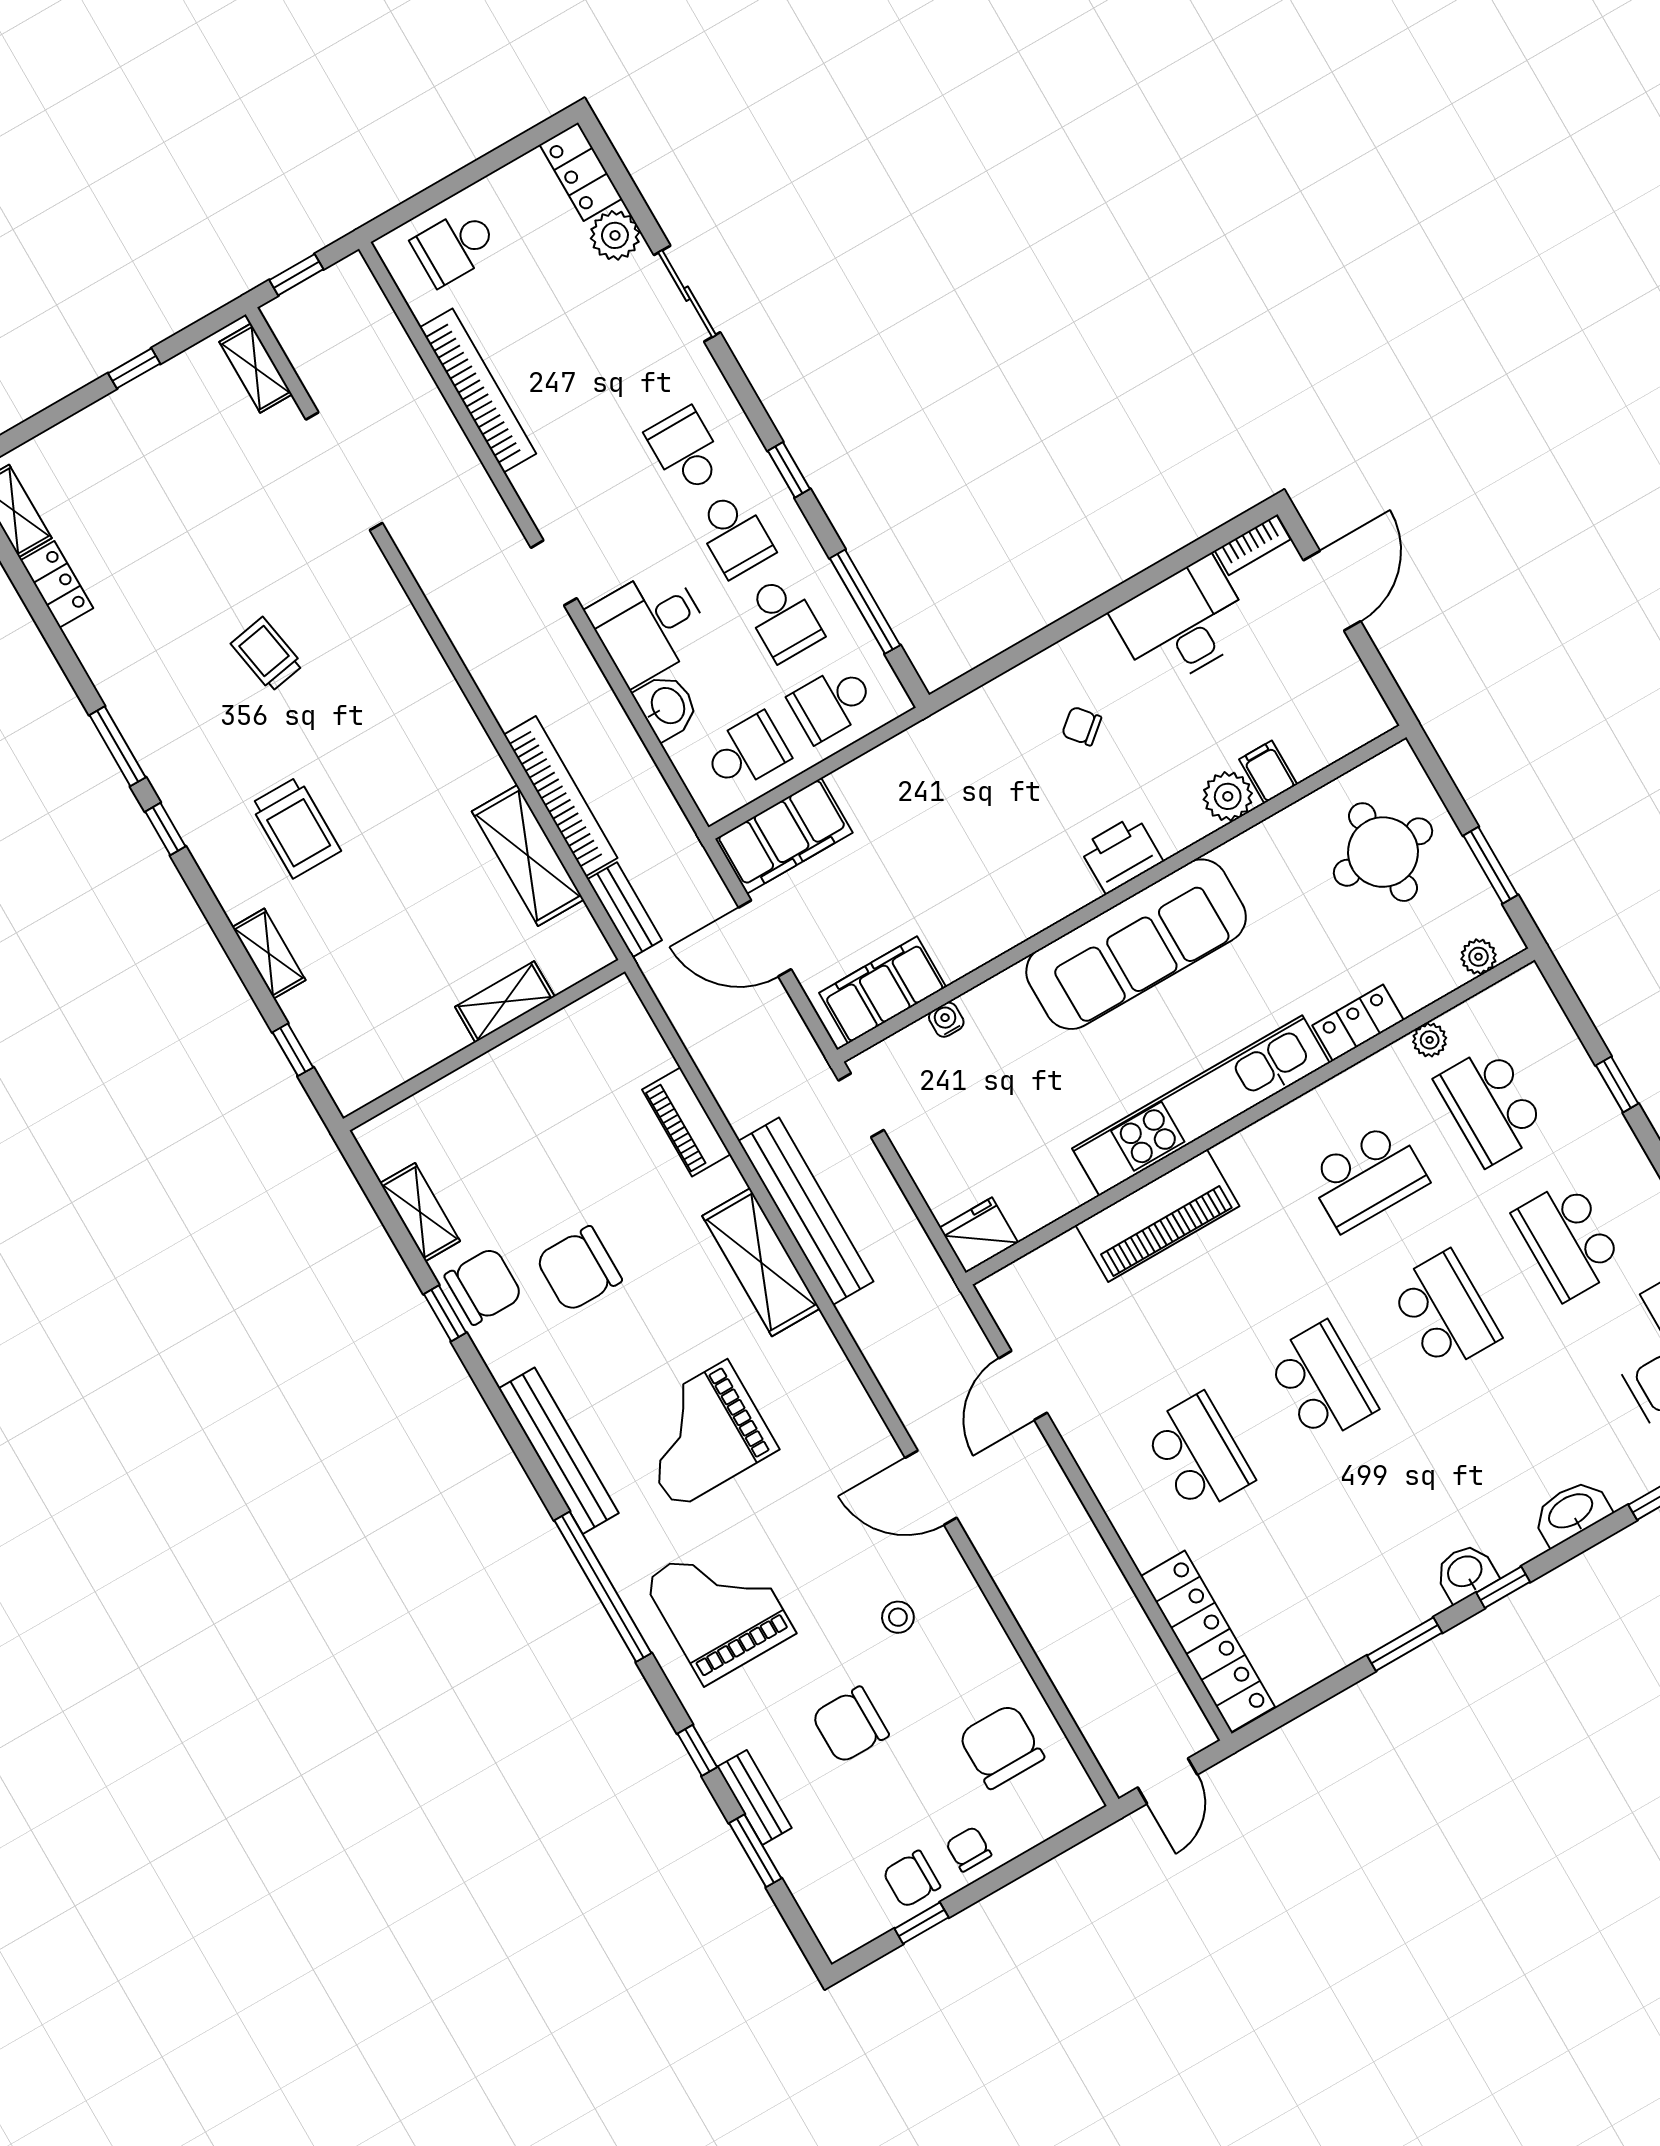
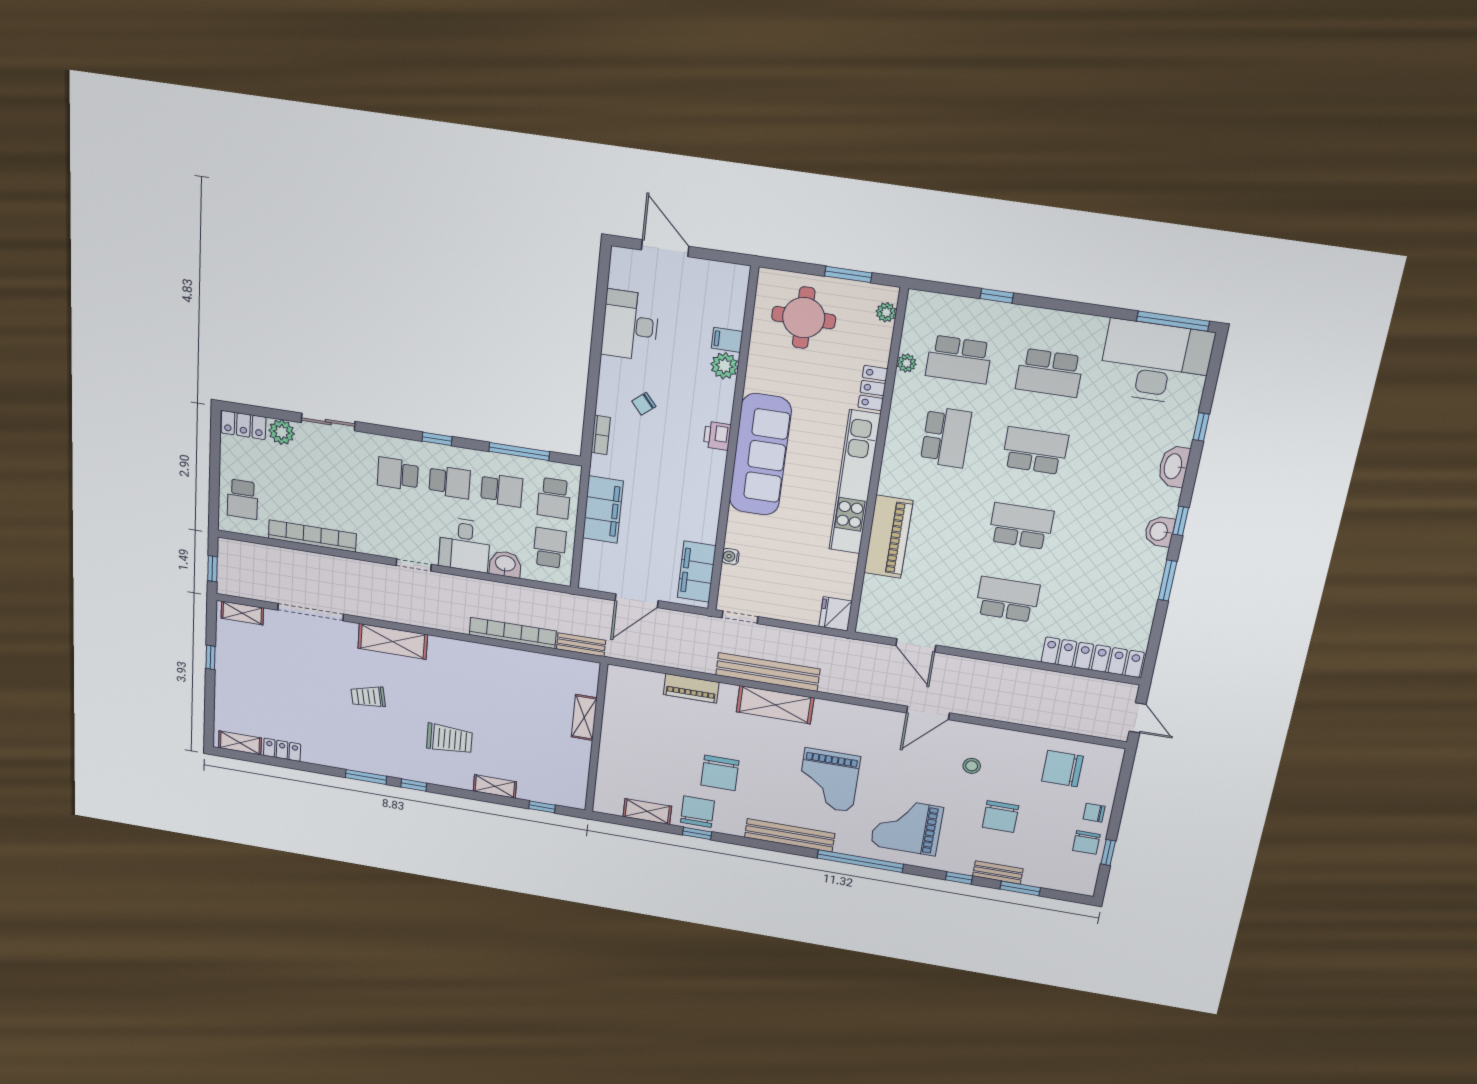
bookcase: (1252, 545) -> (601, 435), moved
filing cabinet: (784, 836) -> (603, 510), moved
printer: (1121, 854) -> (717, 436), width x0.73, depth x0.81
shelving: (528, 856) -> (393, 641), moved

